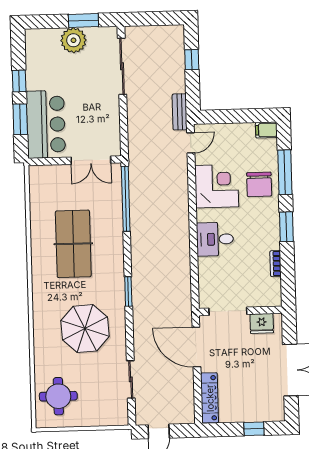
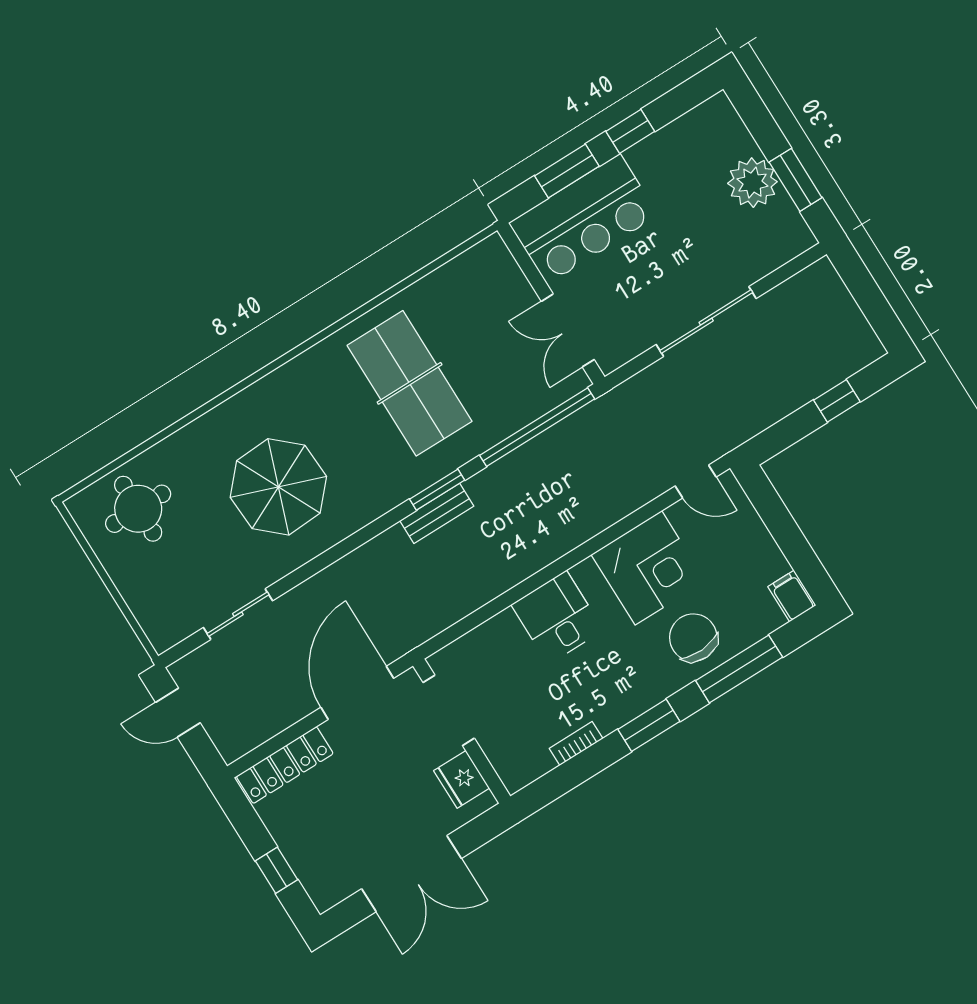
sliding door: (122, 66) -> (706, 322), moved
bench: (180, 112) -> (437, 513), moved
chair: (259, 184) -> (693, 638), turned 87
table tennis table: (73, 244) -> (410, 383), turned 90
window: (128, 291) -> (437, 490), moved

